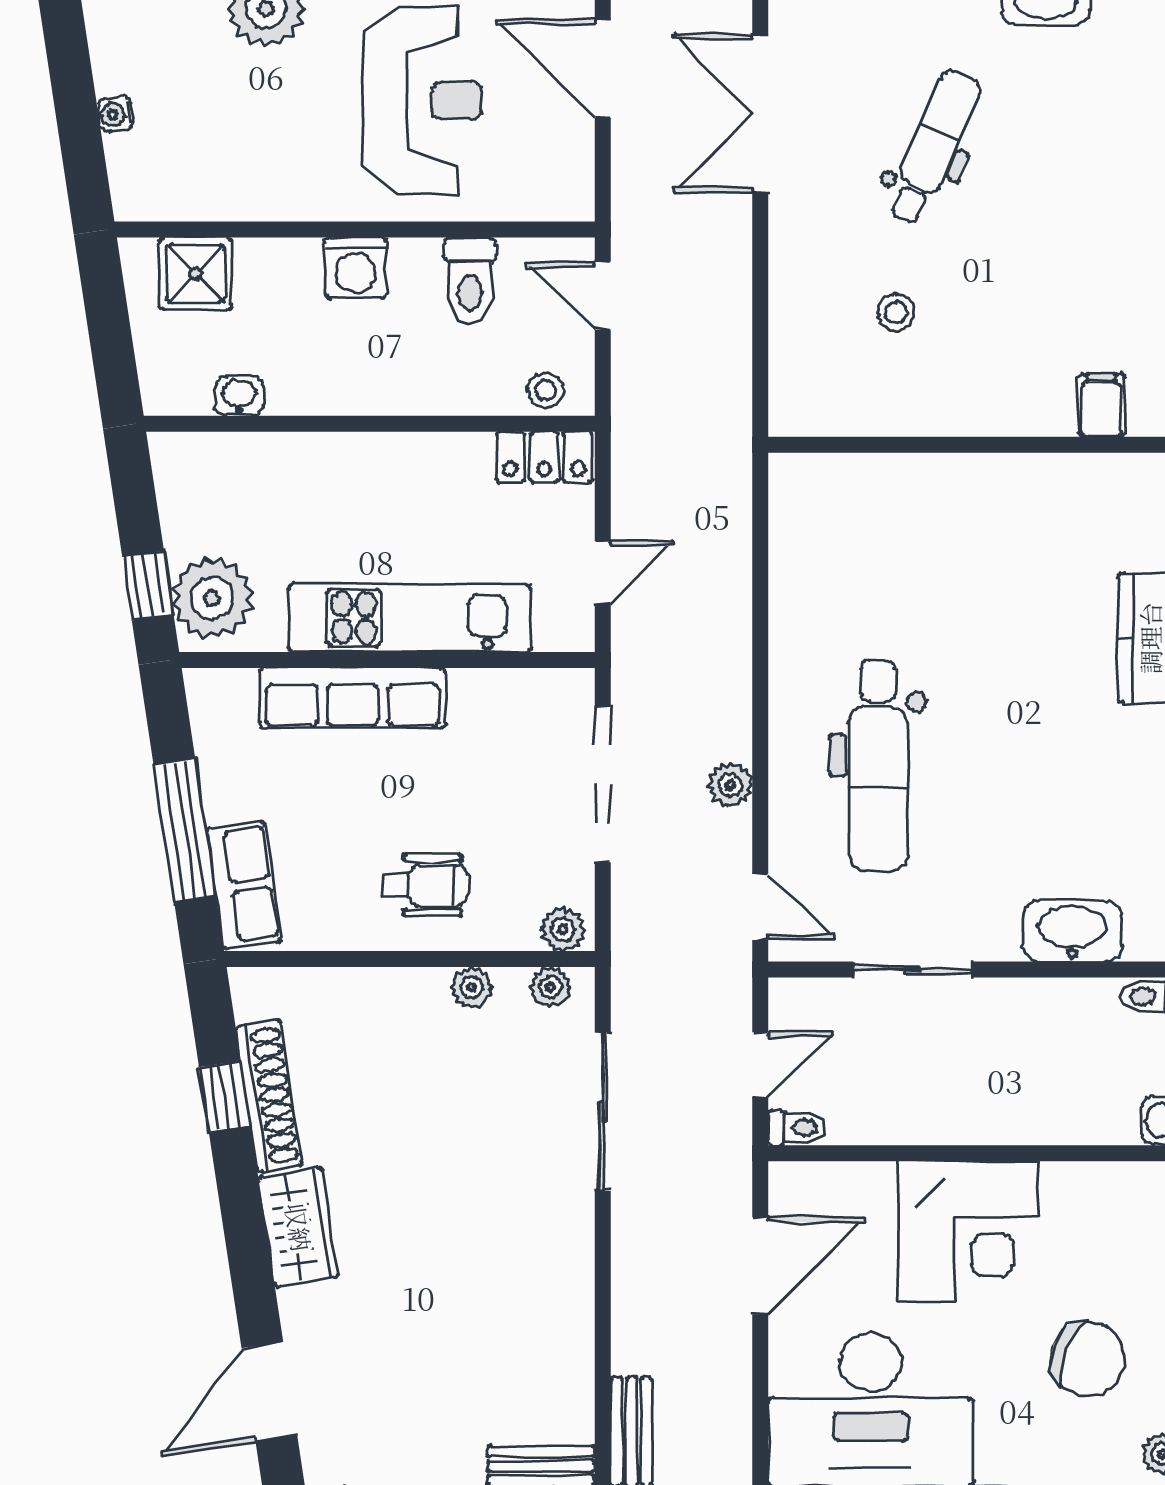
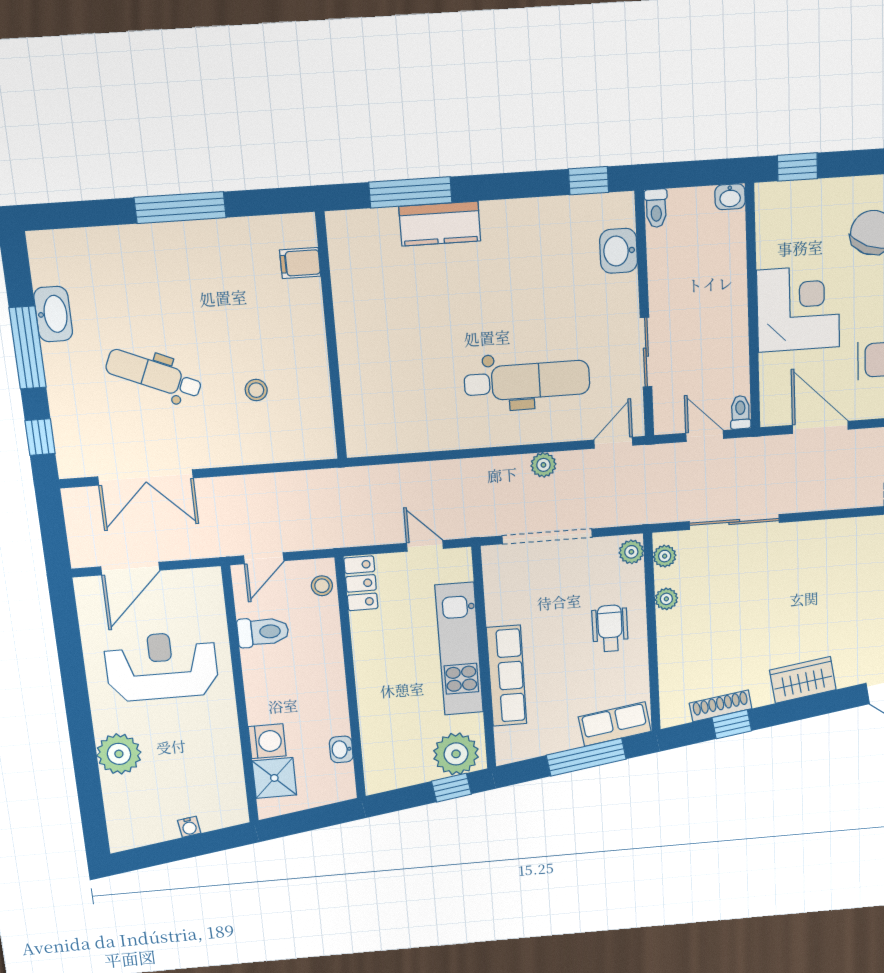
washing machine: (356, 268) -> (267, 741), moved
washbasin: (1072, 931) -> (619, 251), width x0.72
shoe rack: (269, 1096) -> (721, 706), width x0.74, depth x0.81

